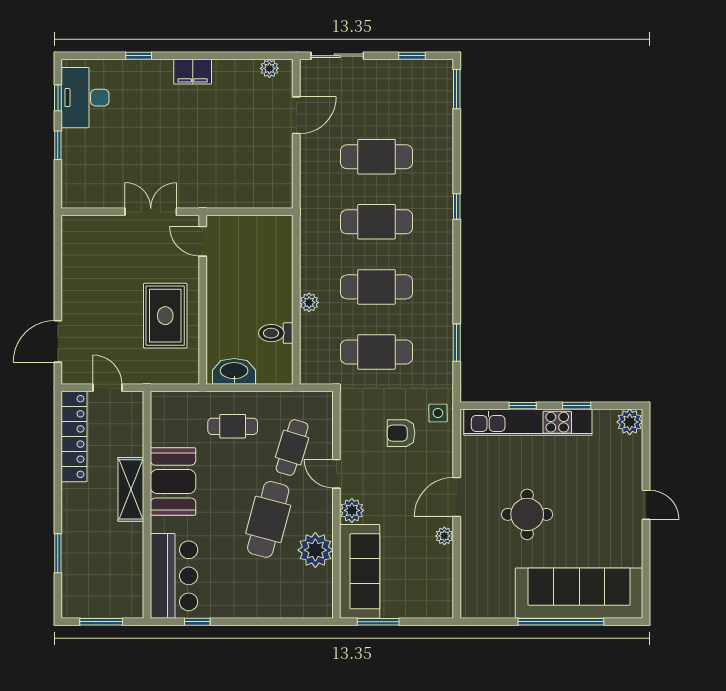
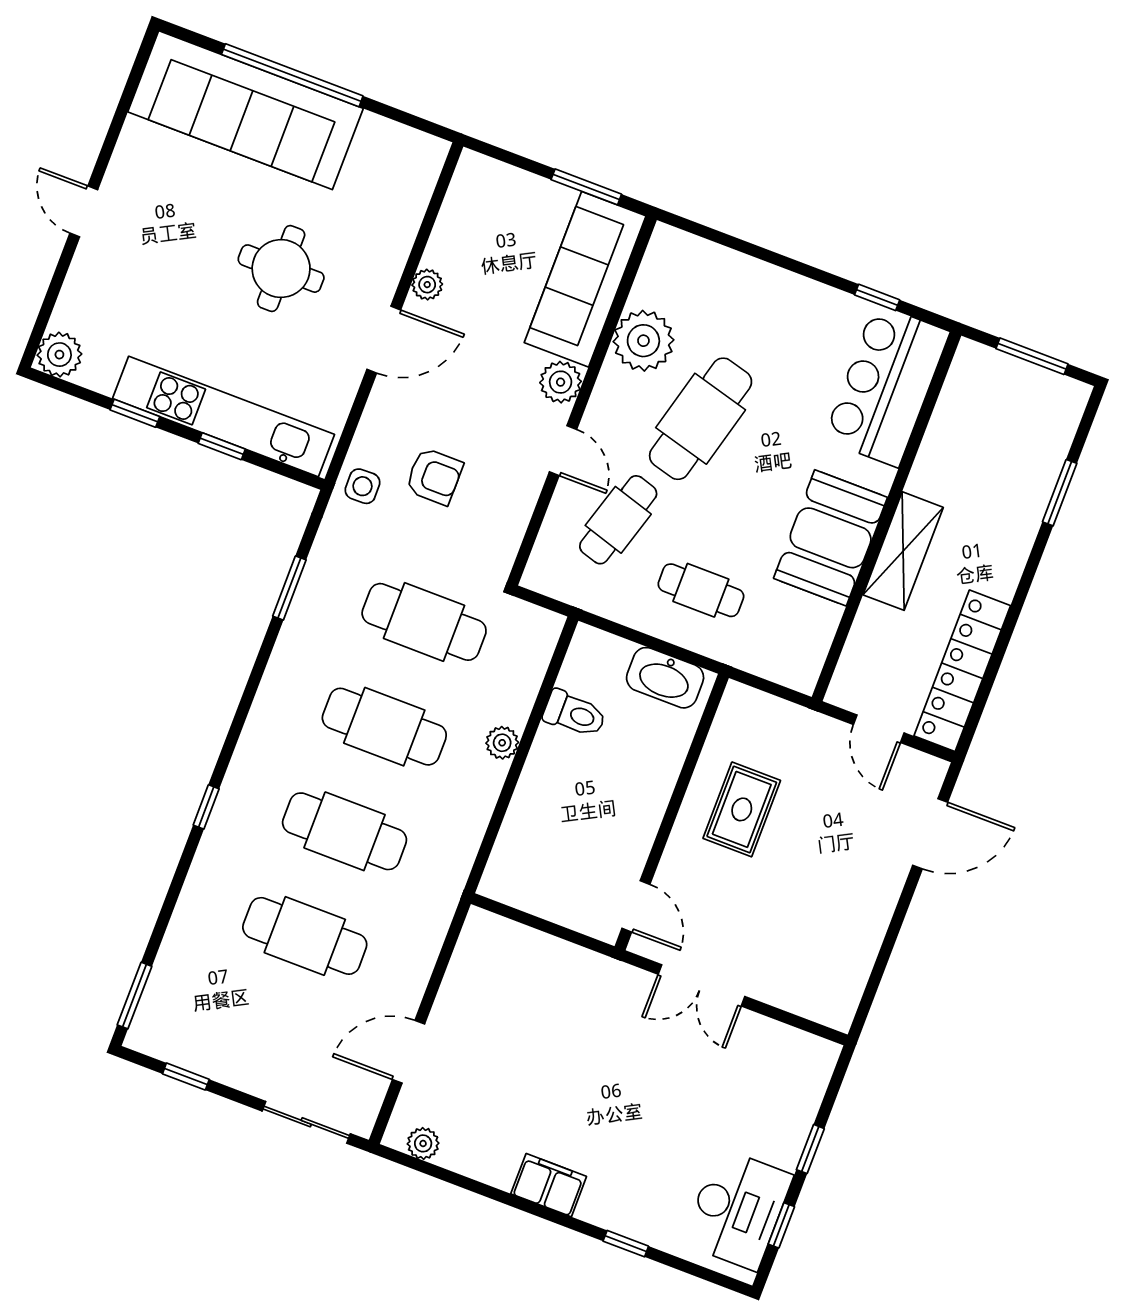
rug: (165, 316) -> (742, 809), width x0.73, depth x0.70

